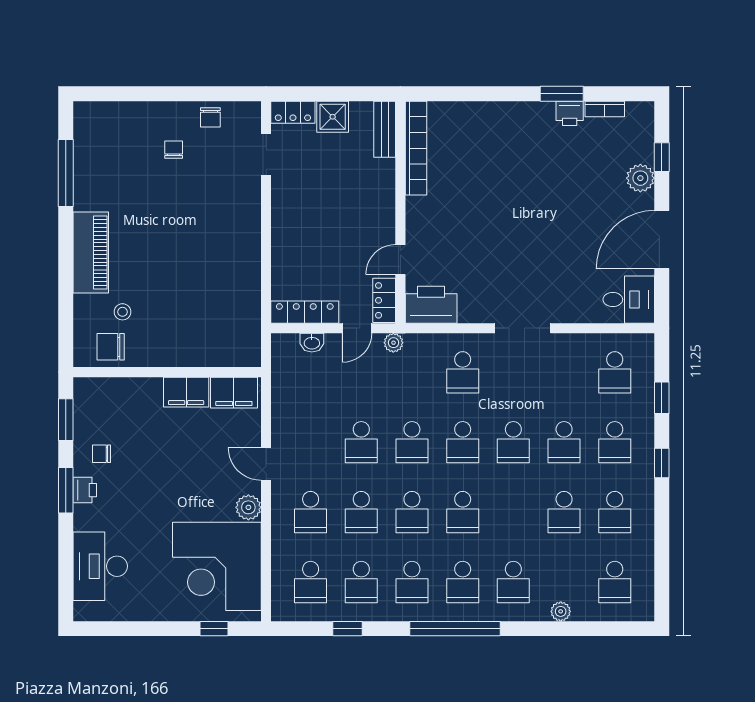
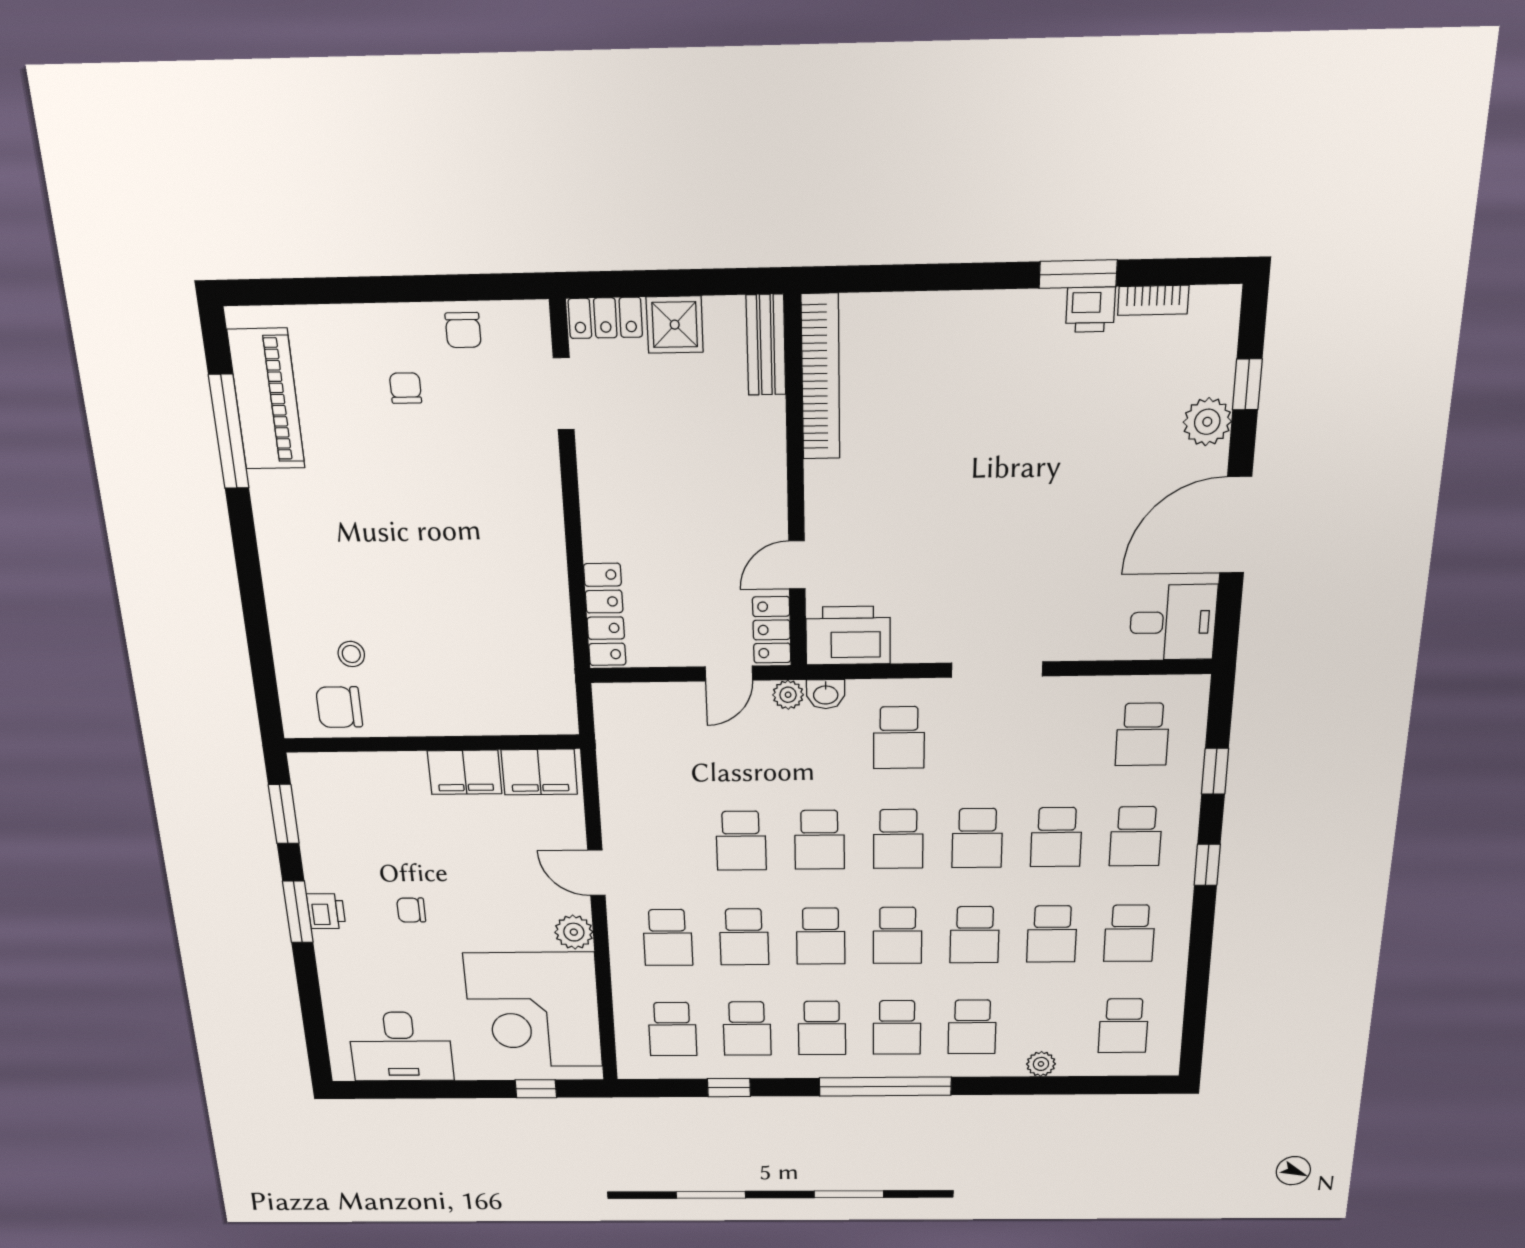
piano: (91, 252) -> (266, 399), moved
locker: (305, 312) -> (605, 615), moved, turned 90
washbasin: (312, 343) -> (826, 694), moved
chair: (102, 454) -> (411, 910), moved
school desk: (513, 512) -> (975, 935), added
desk: (100, 566) -> (401, 1047), moved, turned -90

